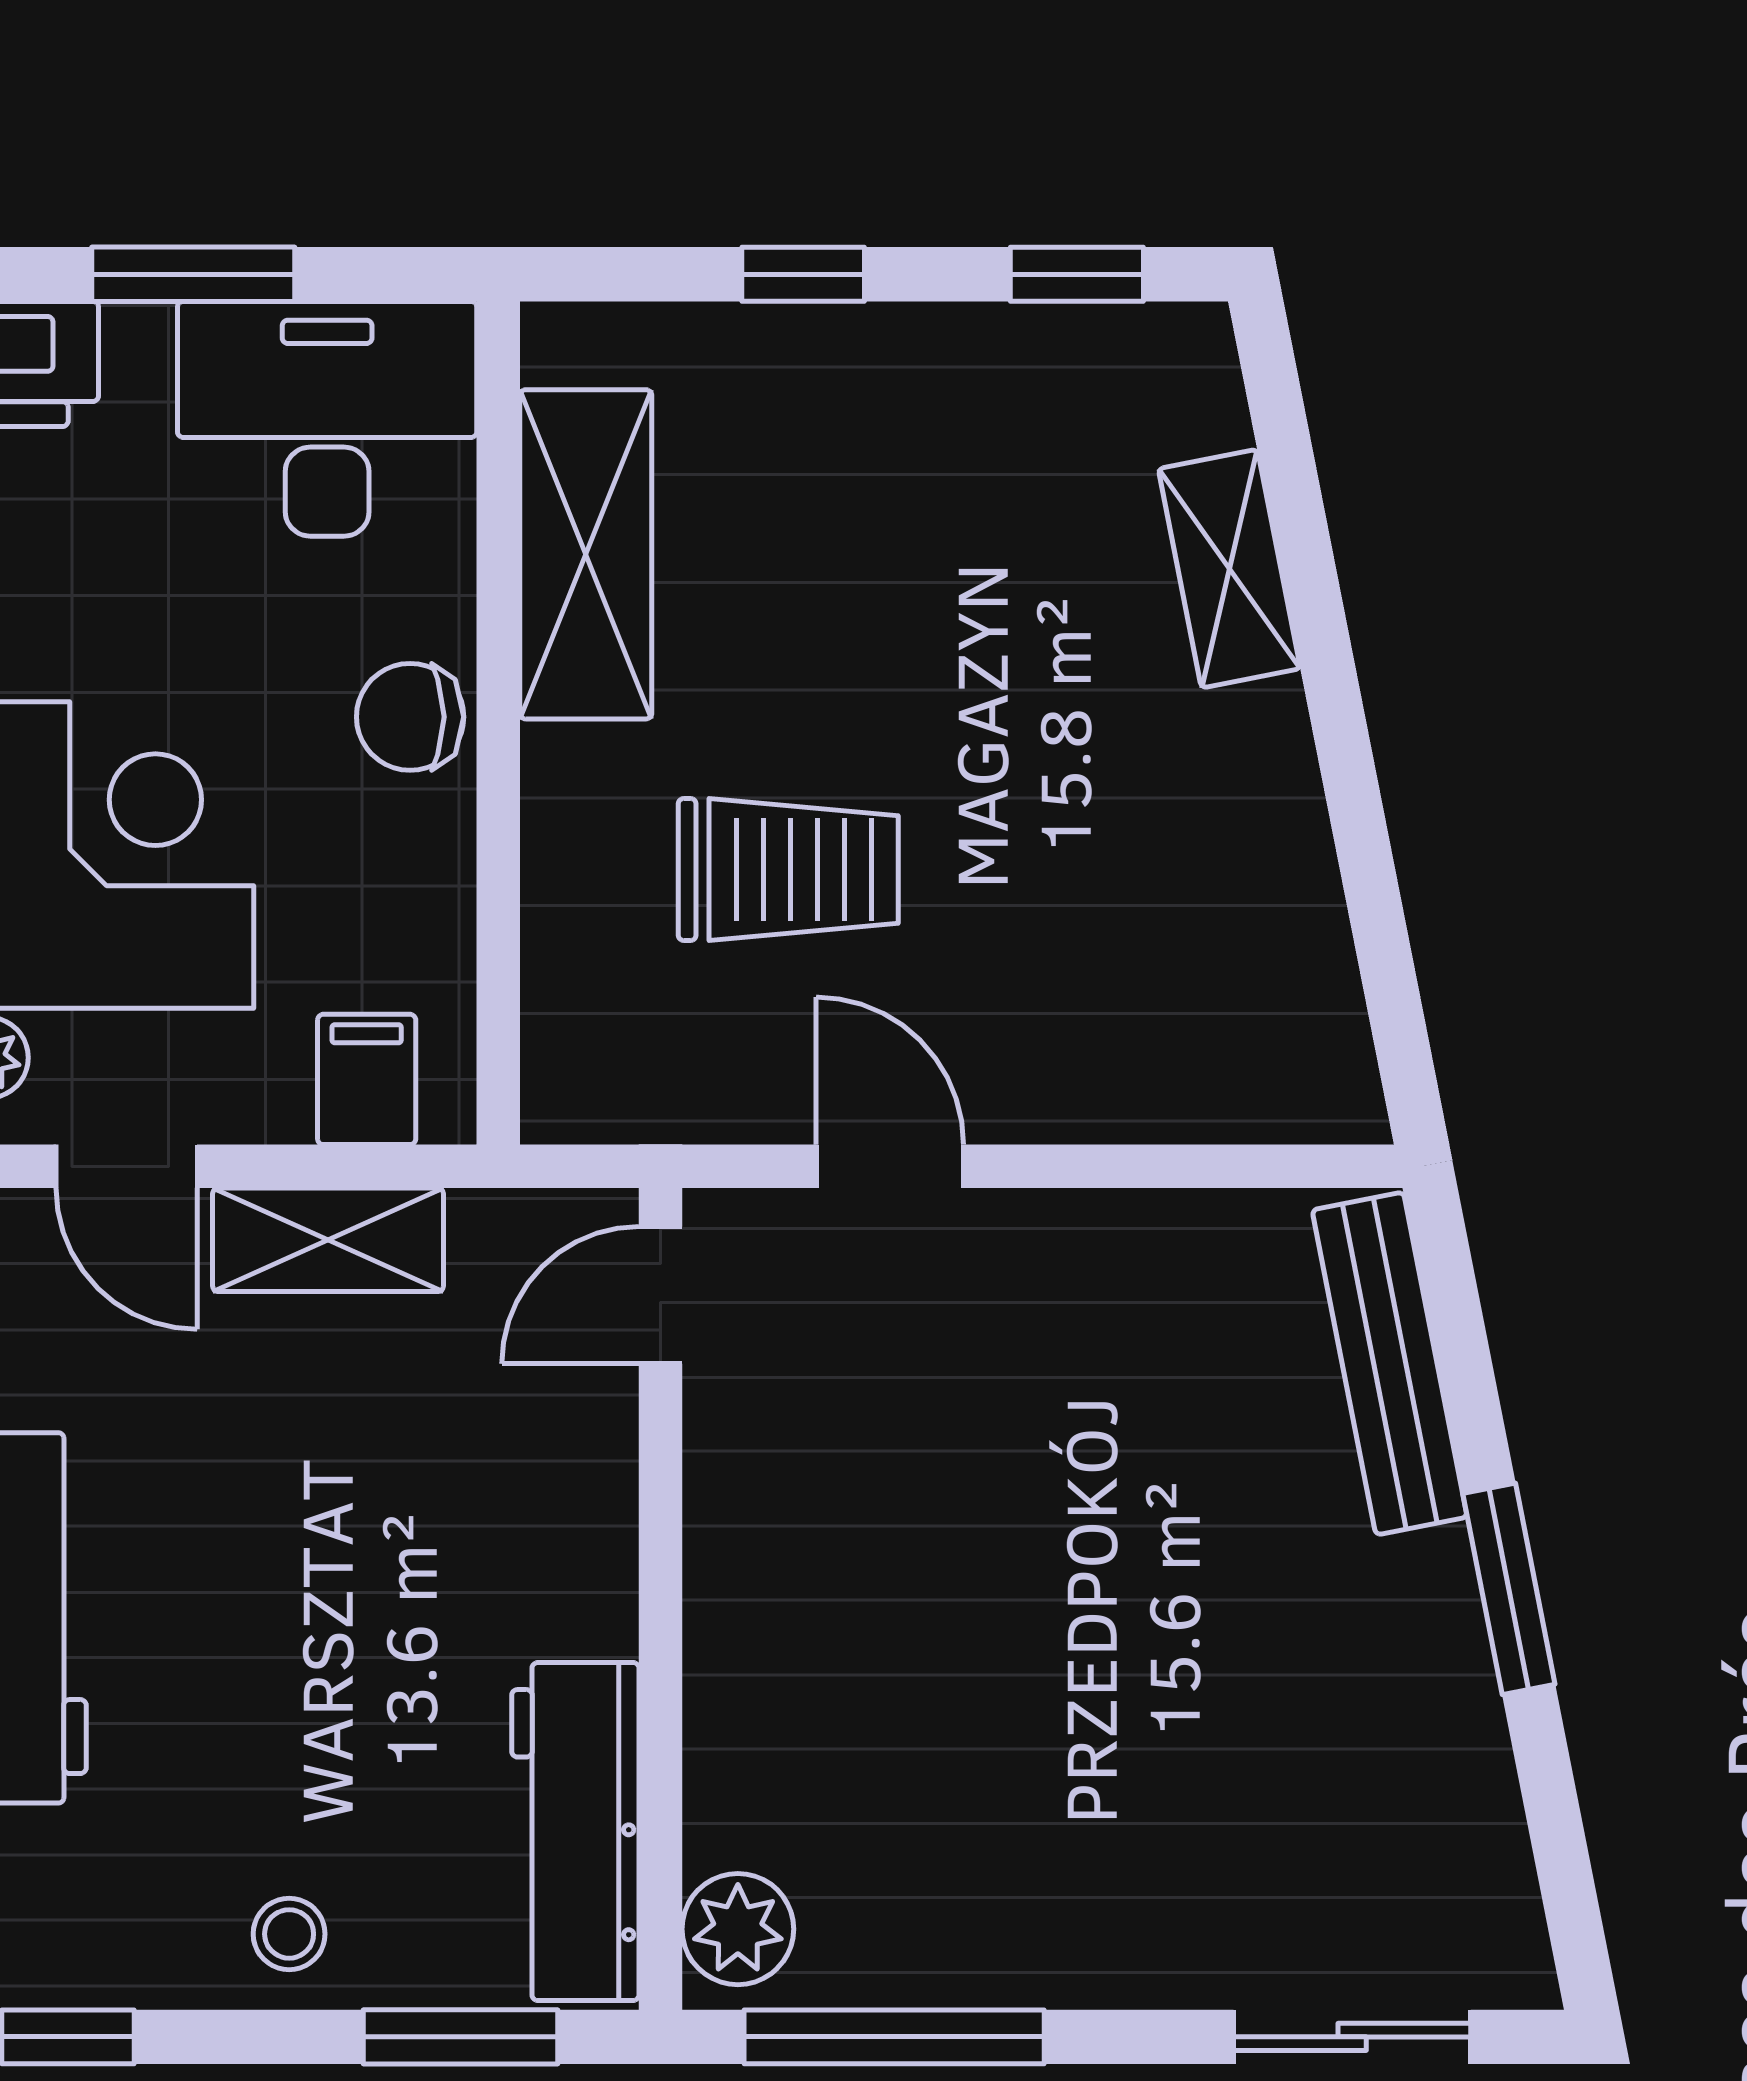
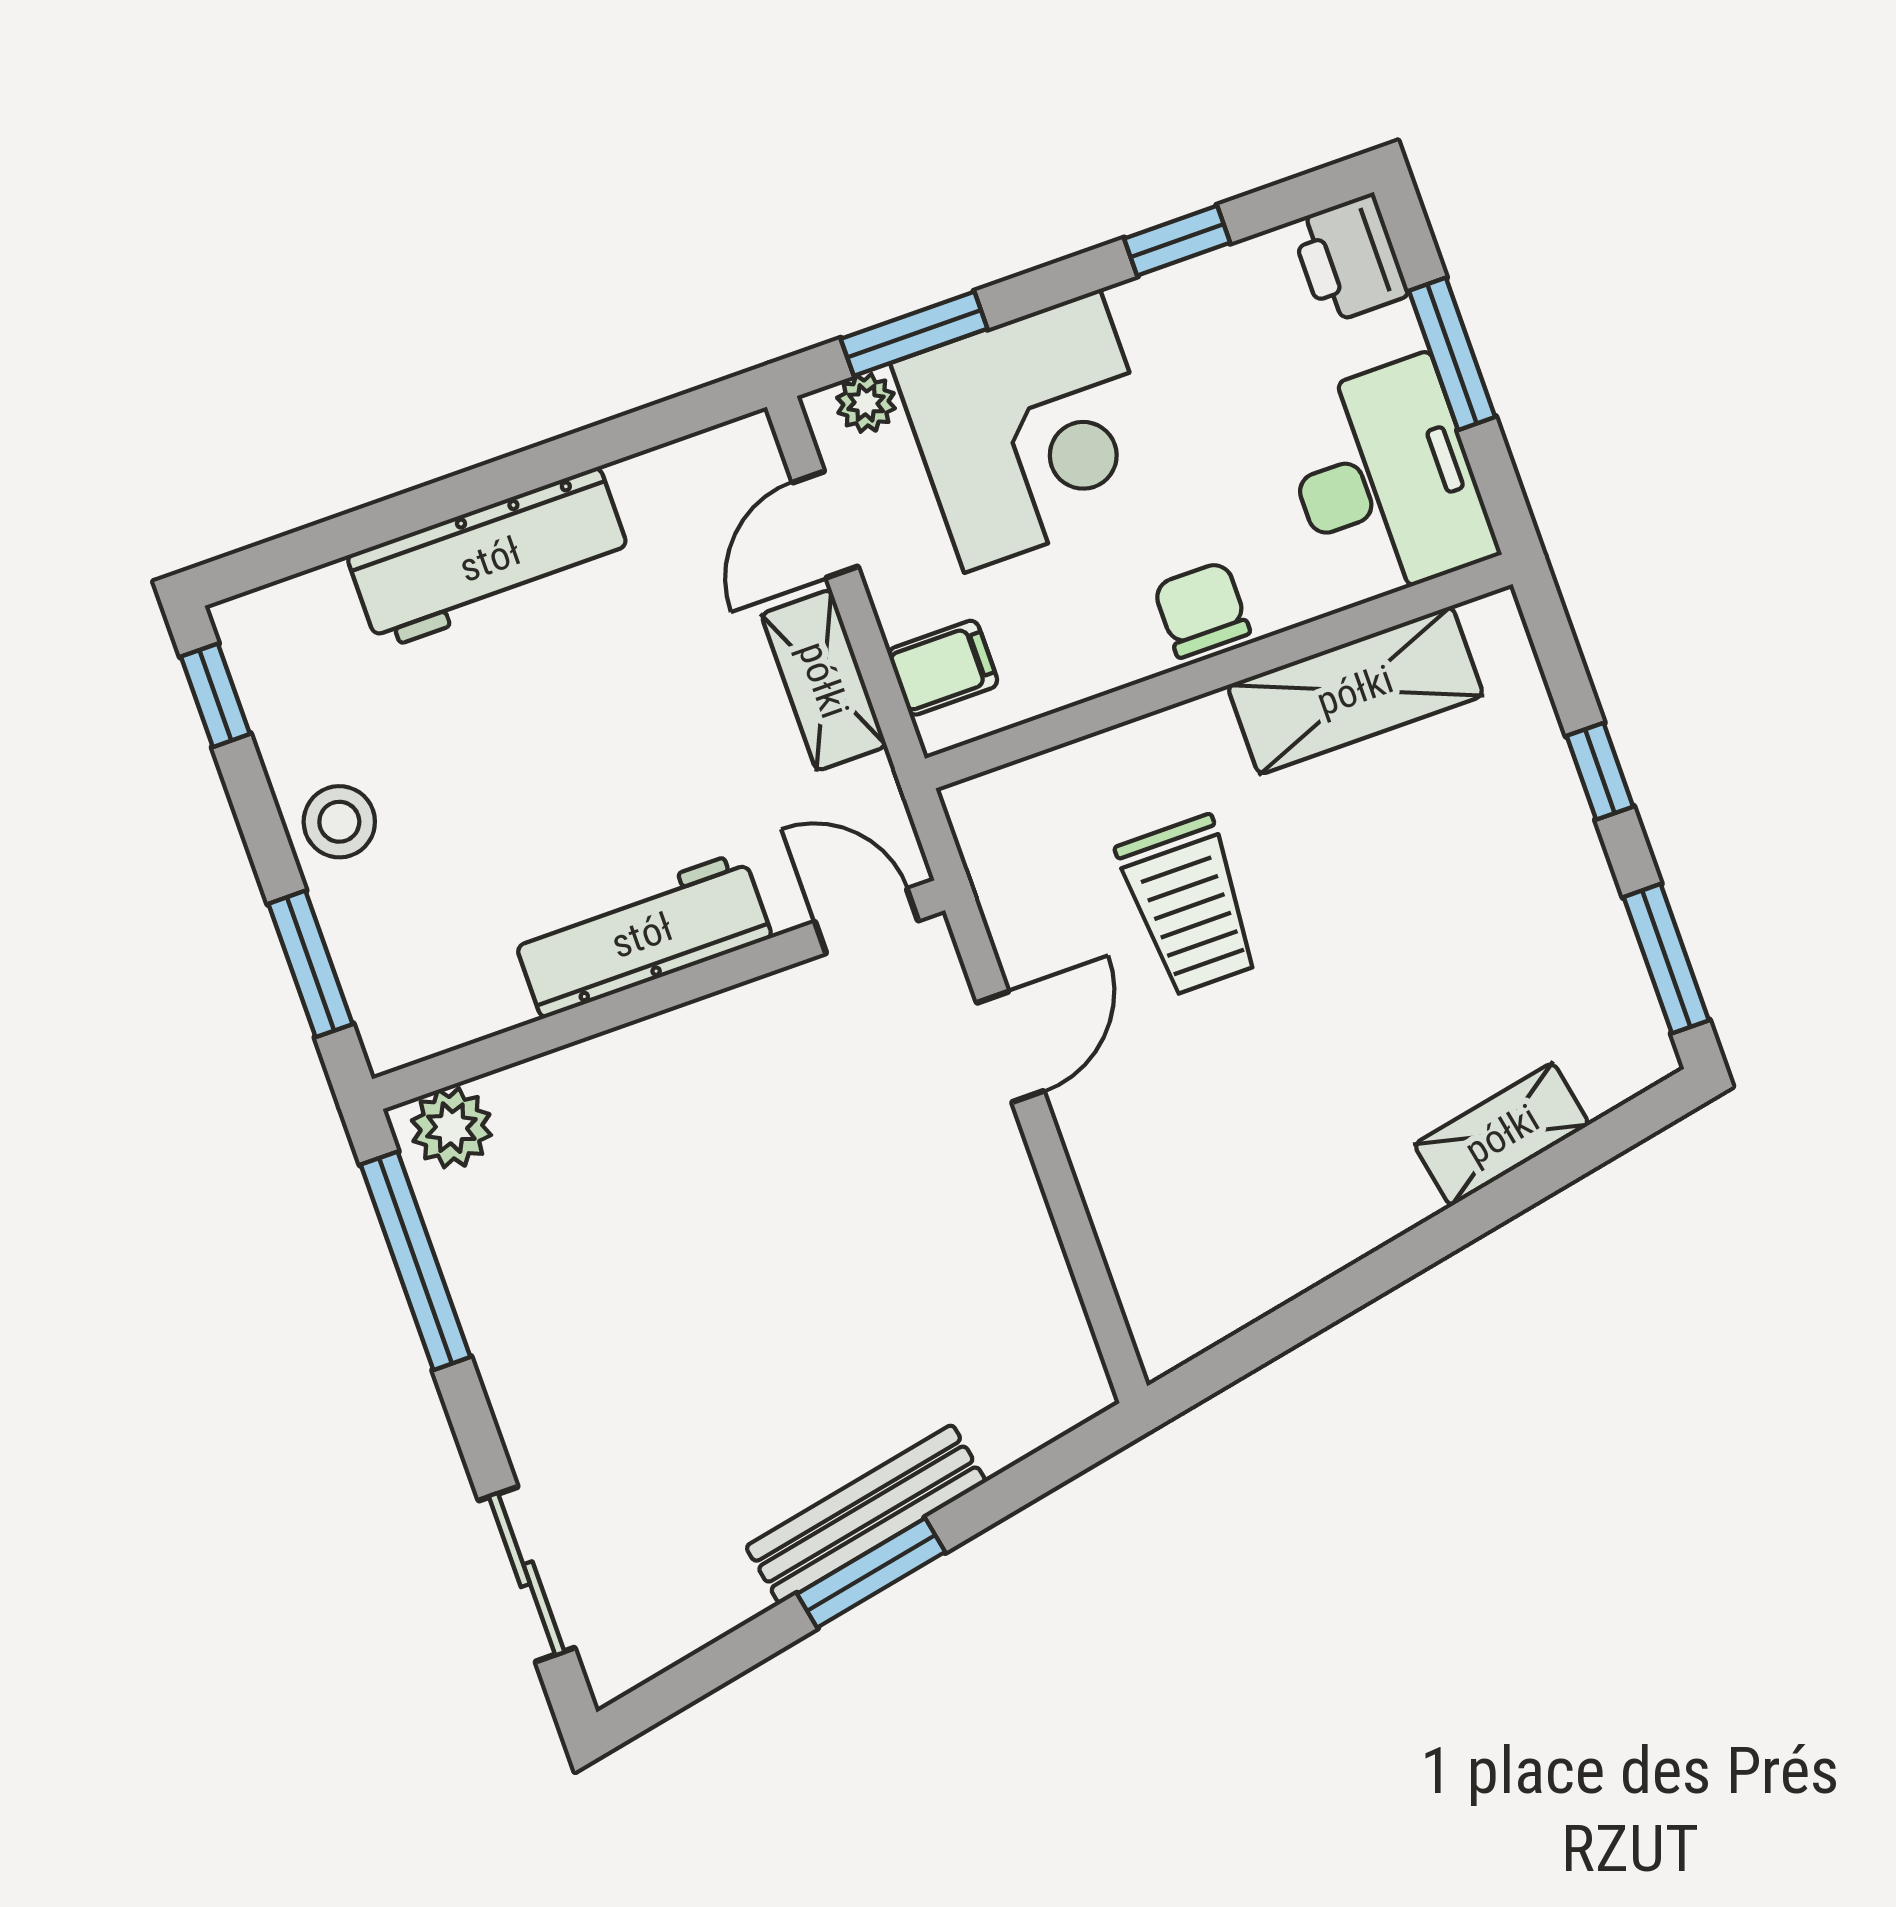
window: (1077, 274) -> (1666, 959), width x1.50
bench: (1390, 1363) -> (866, 1514), moved
workbench: (575, 1832) -> (642, 935), moved
stool: (289, 1934) -> (339, 822), width x1.37, depth x1.37

